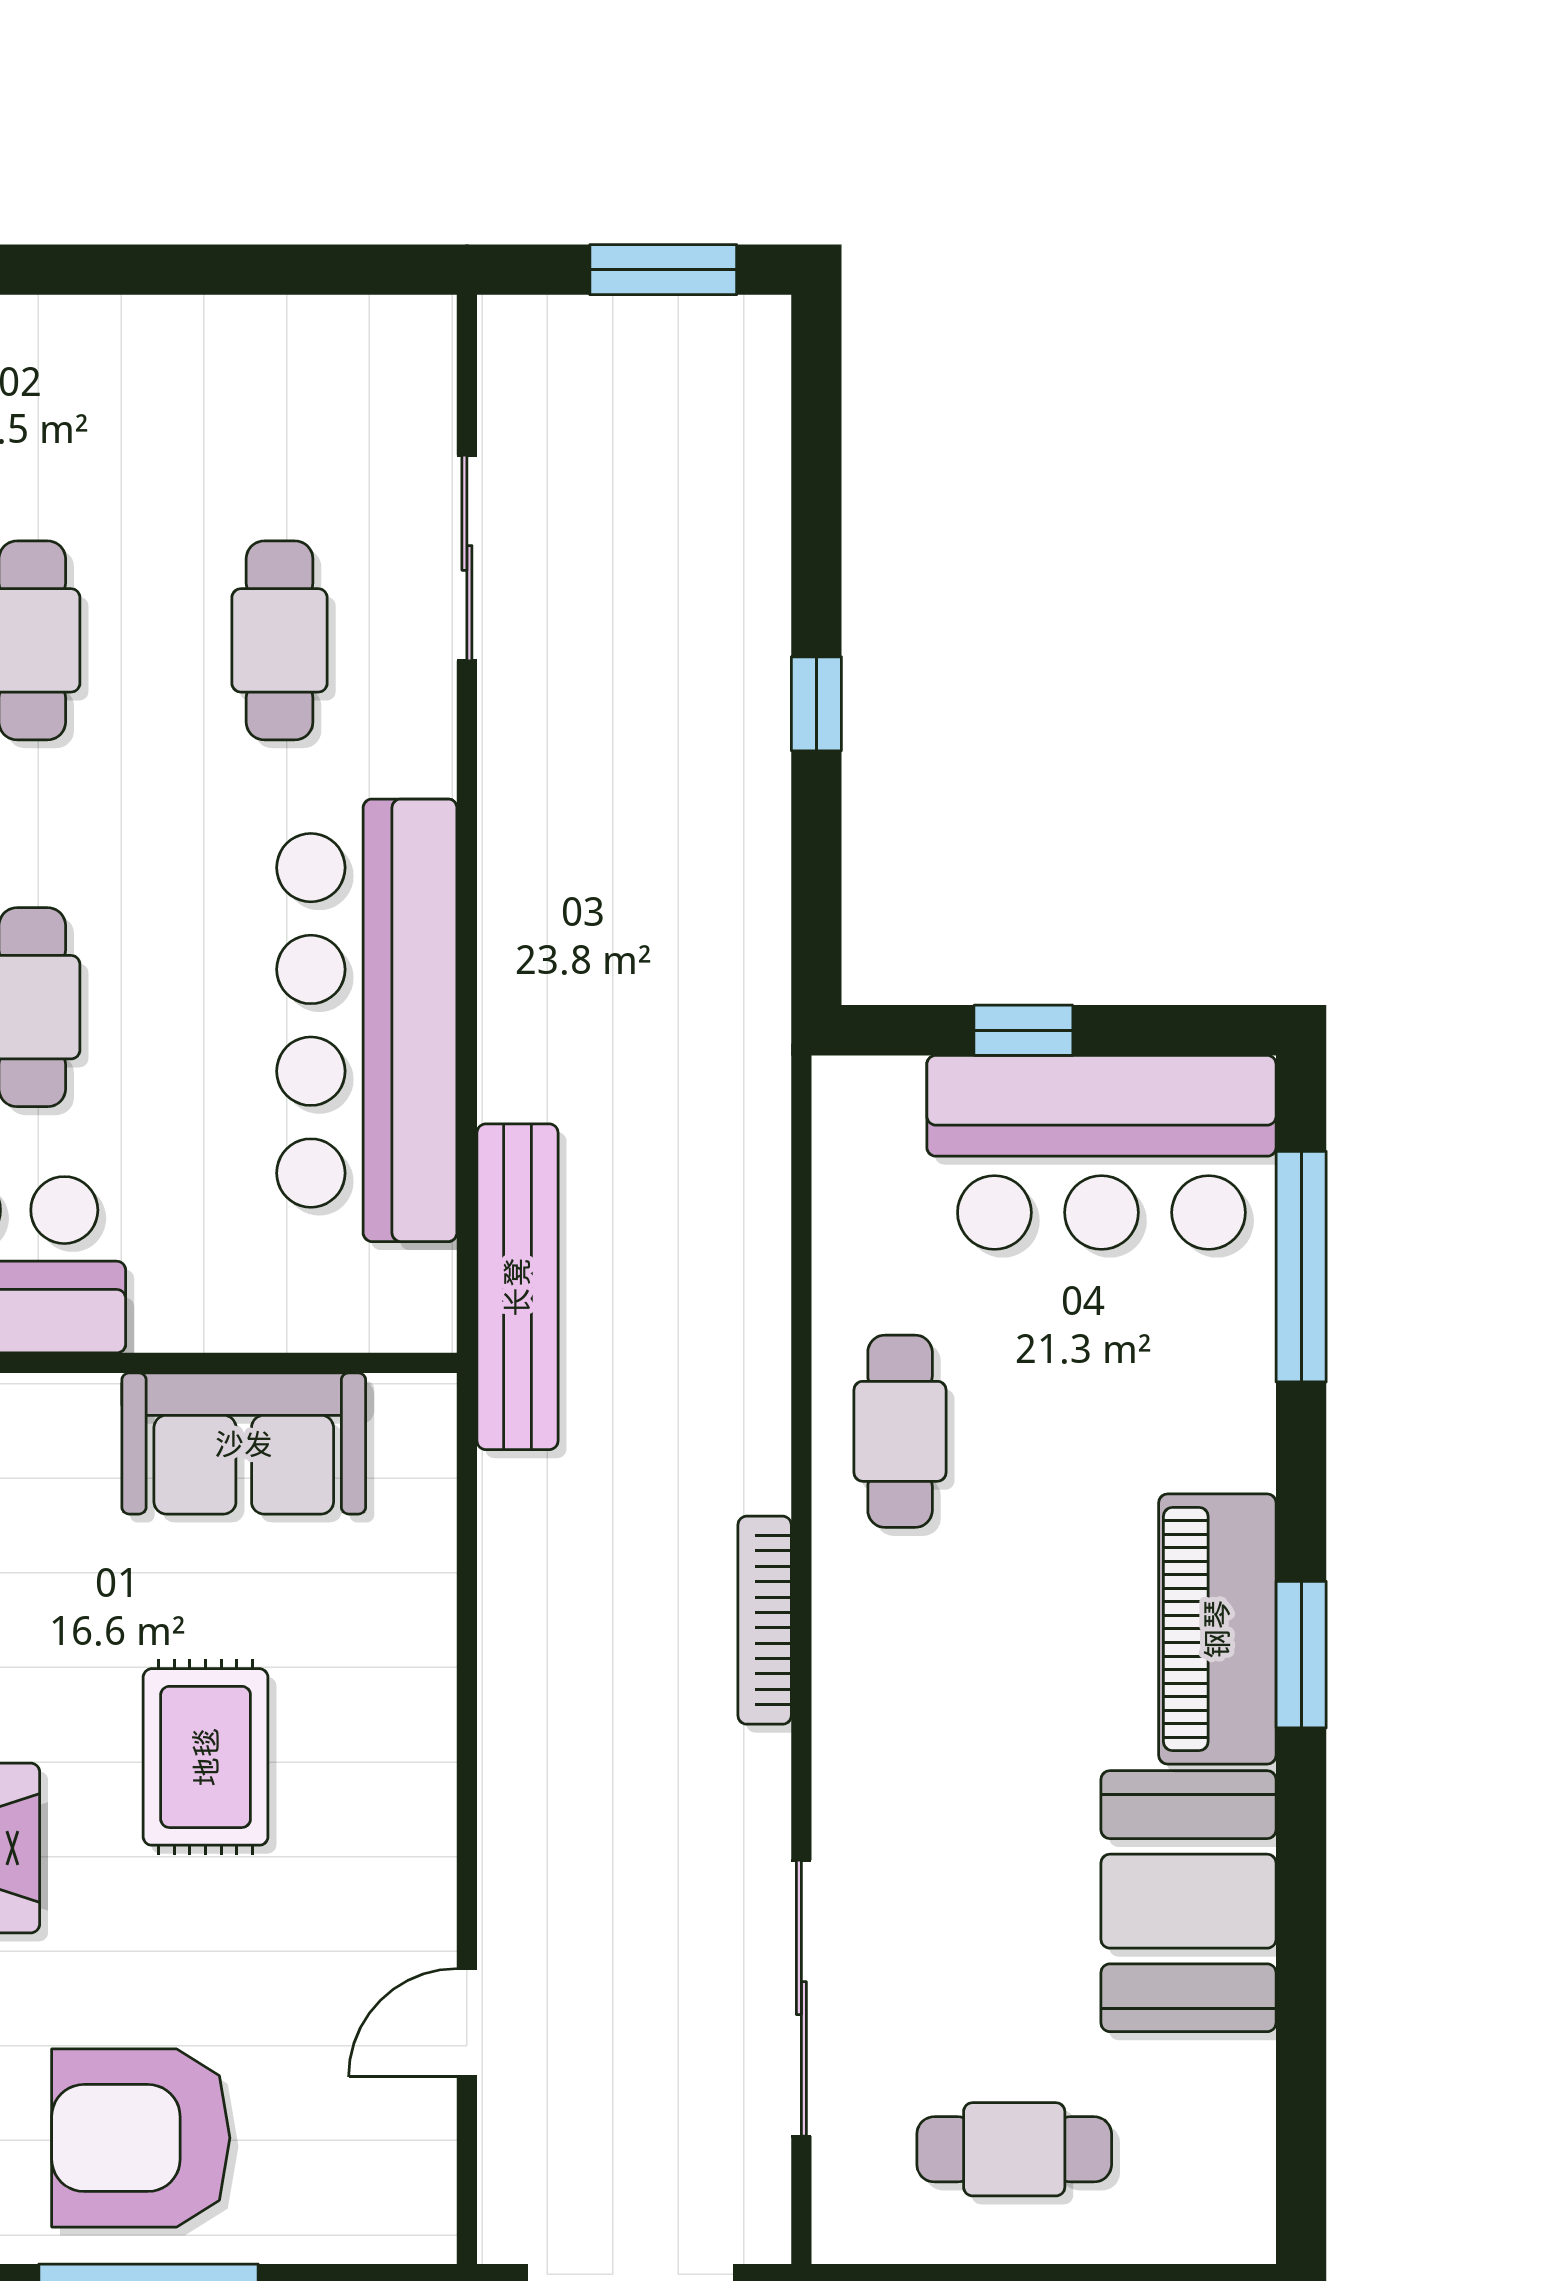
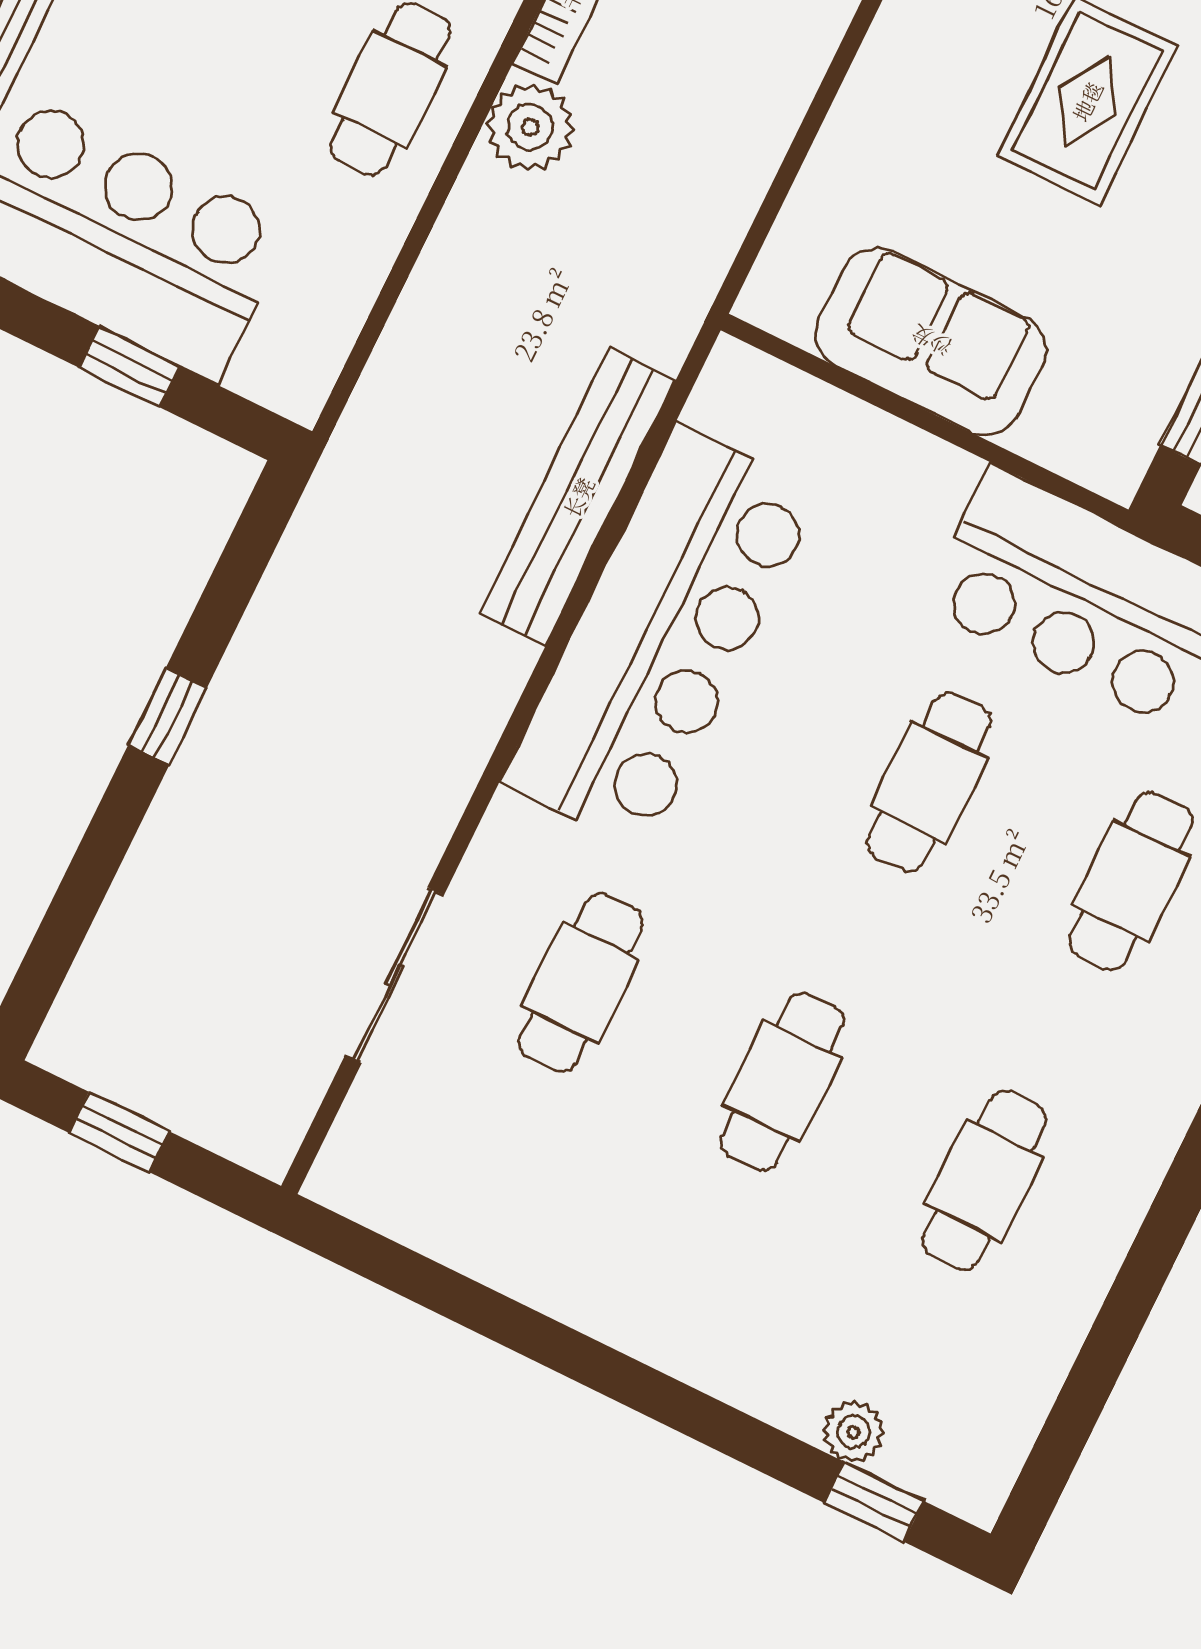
window: (663, 270) -> (119, 1132), width x0.67
bench: (517, 1287) -> (578, 497), moved
plant: (743, 1461) -> (530, 127), added

